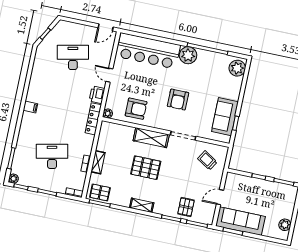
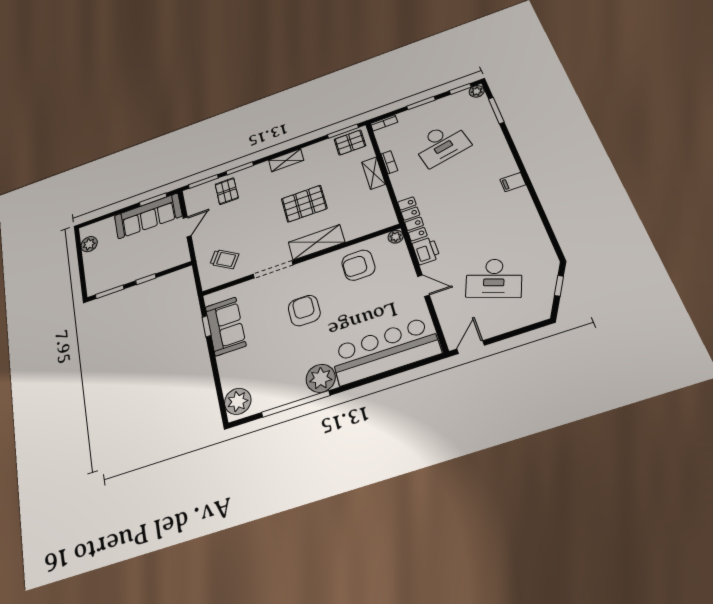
desk: (73, 57) -> (494, 278), turned 33

